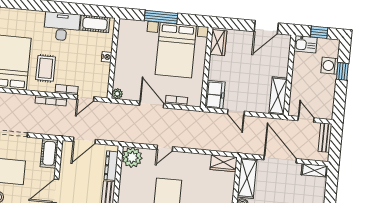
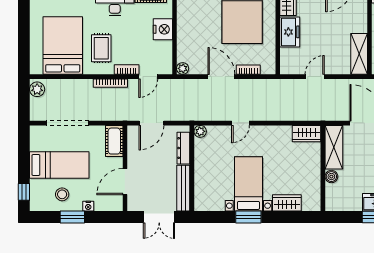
nightstand: (107, 57) -> (163, 29), width x1.89, depth x1.79
freezer: (215, 95) -> (290, 32), moved
door: (236, 113) -> (315, 77), swing flipped
plant: (132, 157) -> (200, 131), width x0.53, depth x0.53

